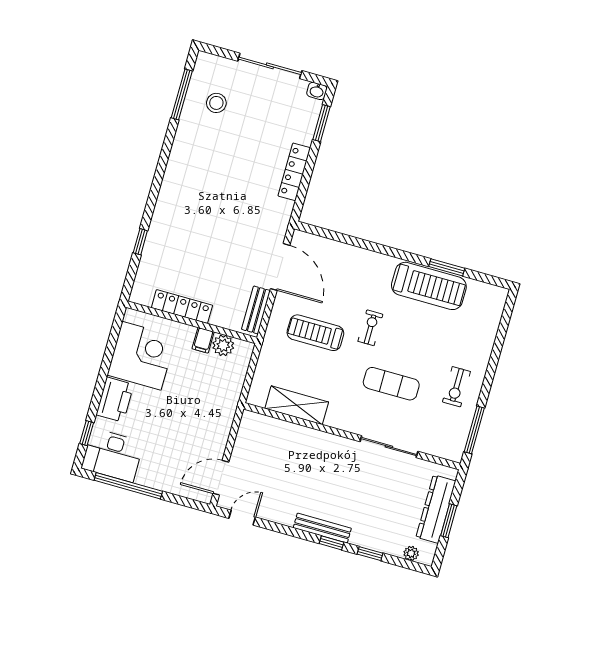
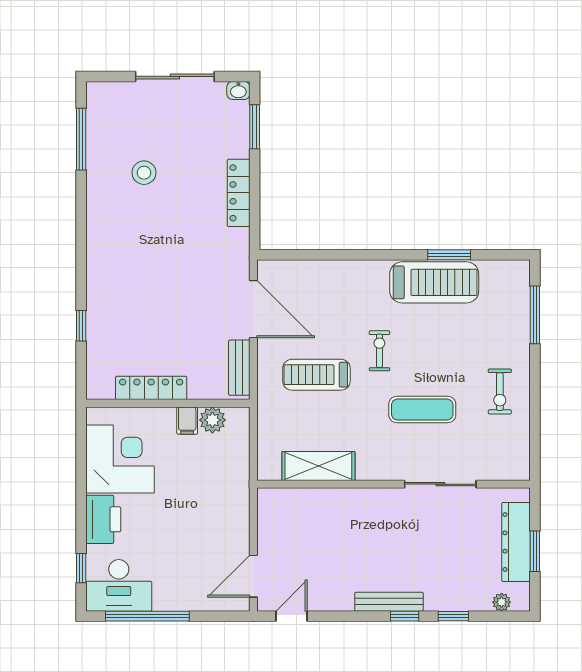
stool: (216, 103) -> (144, 173), moved
window: (474, 430) -> (535, 315), moved

